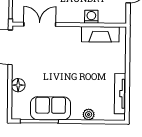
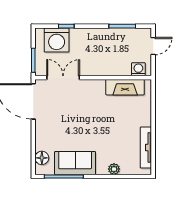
washing machine: (91, 17) -> (138, 69), moved
floor lamp: (18, 85) -> (42, 158), moved

